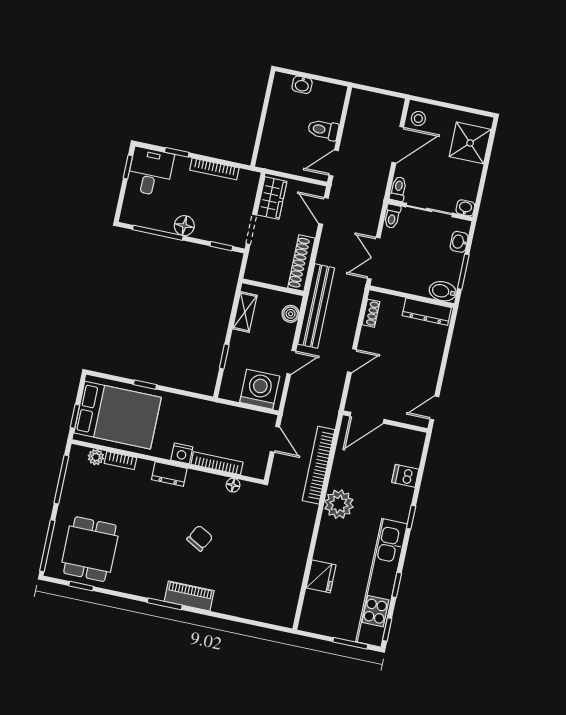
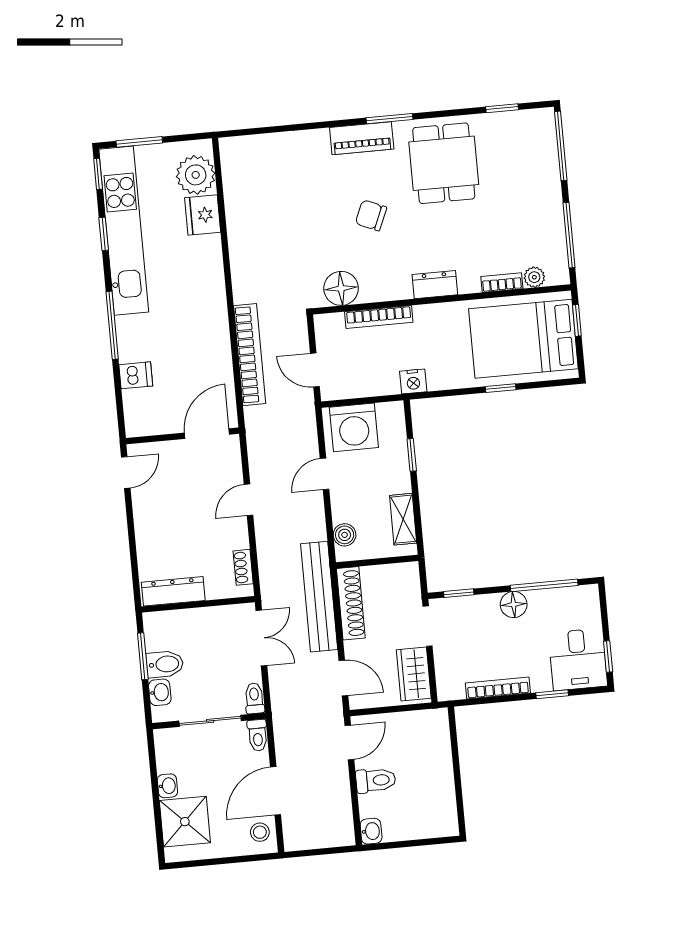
washbasin: (302, 85) -> (371, 831), moved, turned 90
washbasin: (465, 208) -> (167, 786), moved, turned -90
bidet: (443, 291) -> (165, 664), moved
bench: (316, 306) -> (319, 597), moved
nightstand: (182, 453) -> (413, 381), moved, turned 180
floor lamp: (233, 485) -> (341, 288), width x1.89, depth x1.89
plant: (339, 504) -> (196, 175), moved
window: (411, 517) -> (112, 325), width x2.17
chair: (200, 538) -> (371, 215), turned 84
dining table: (90, 549) -> (444, 163), moved

